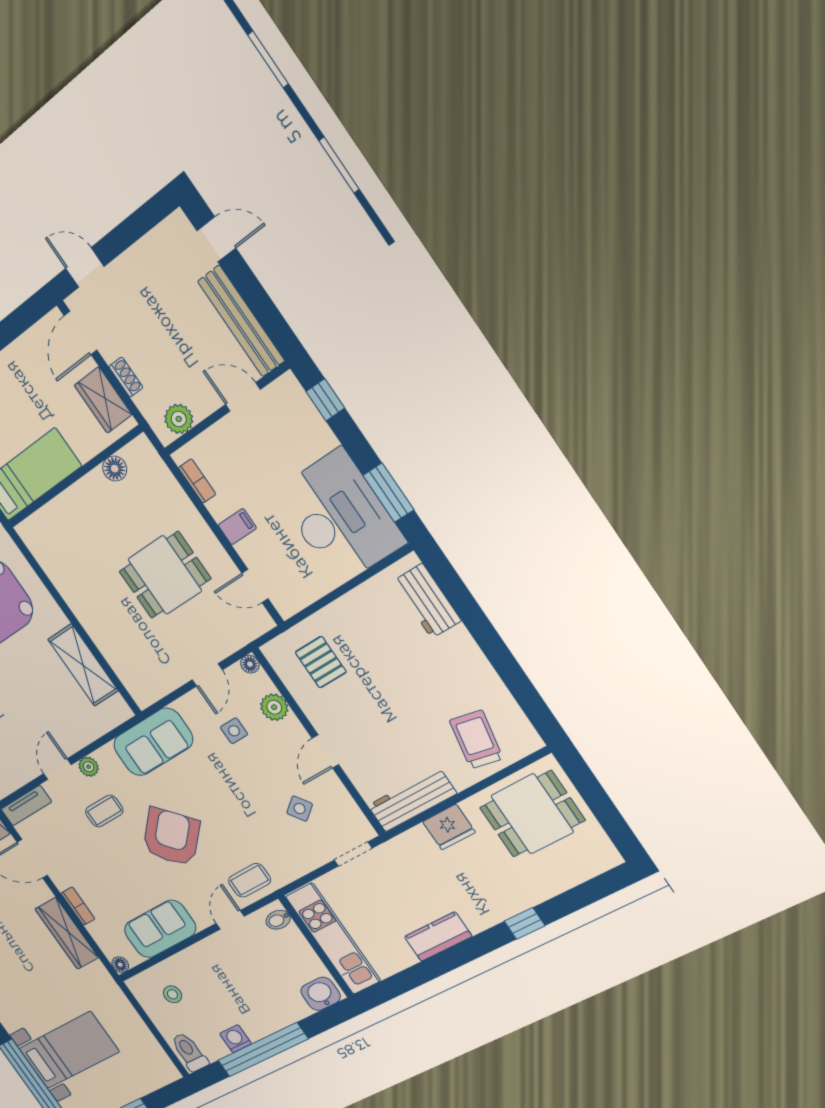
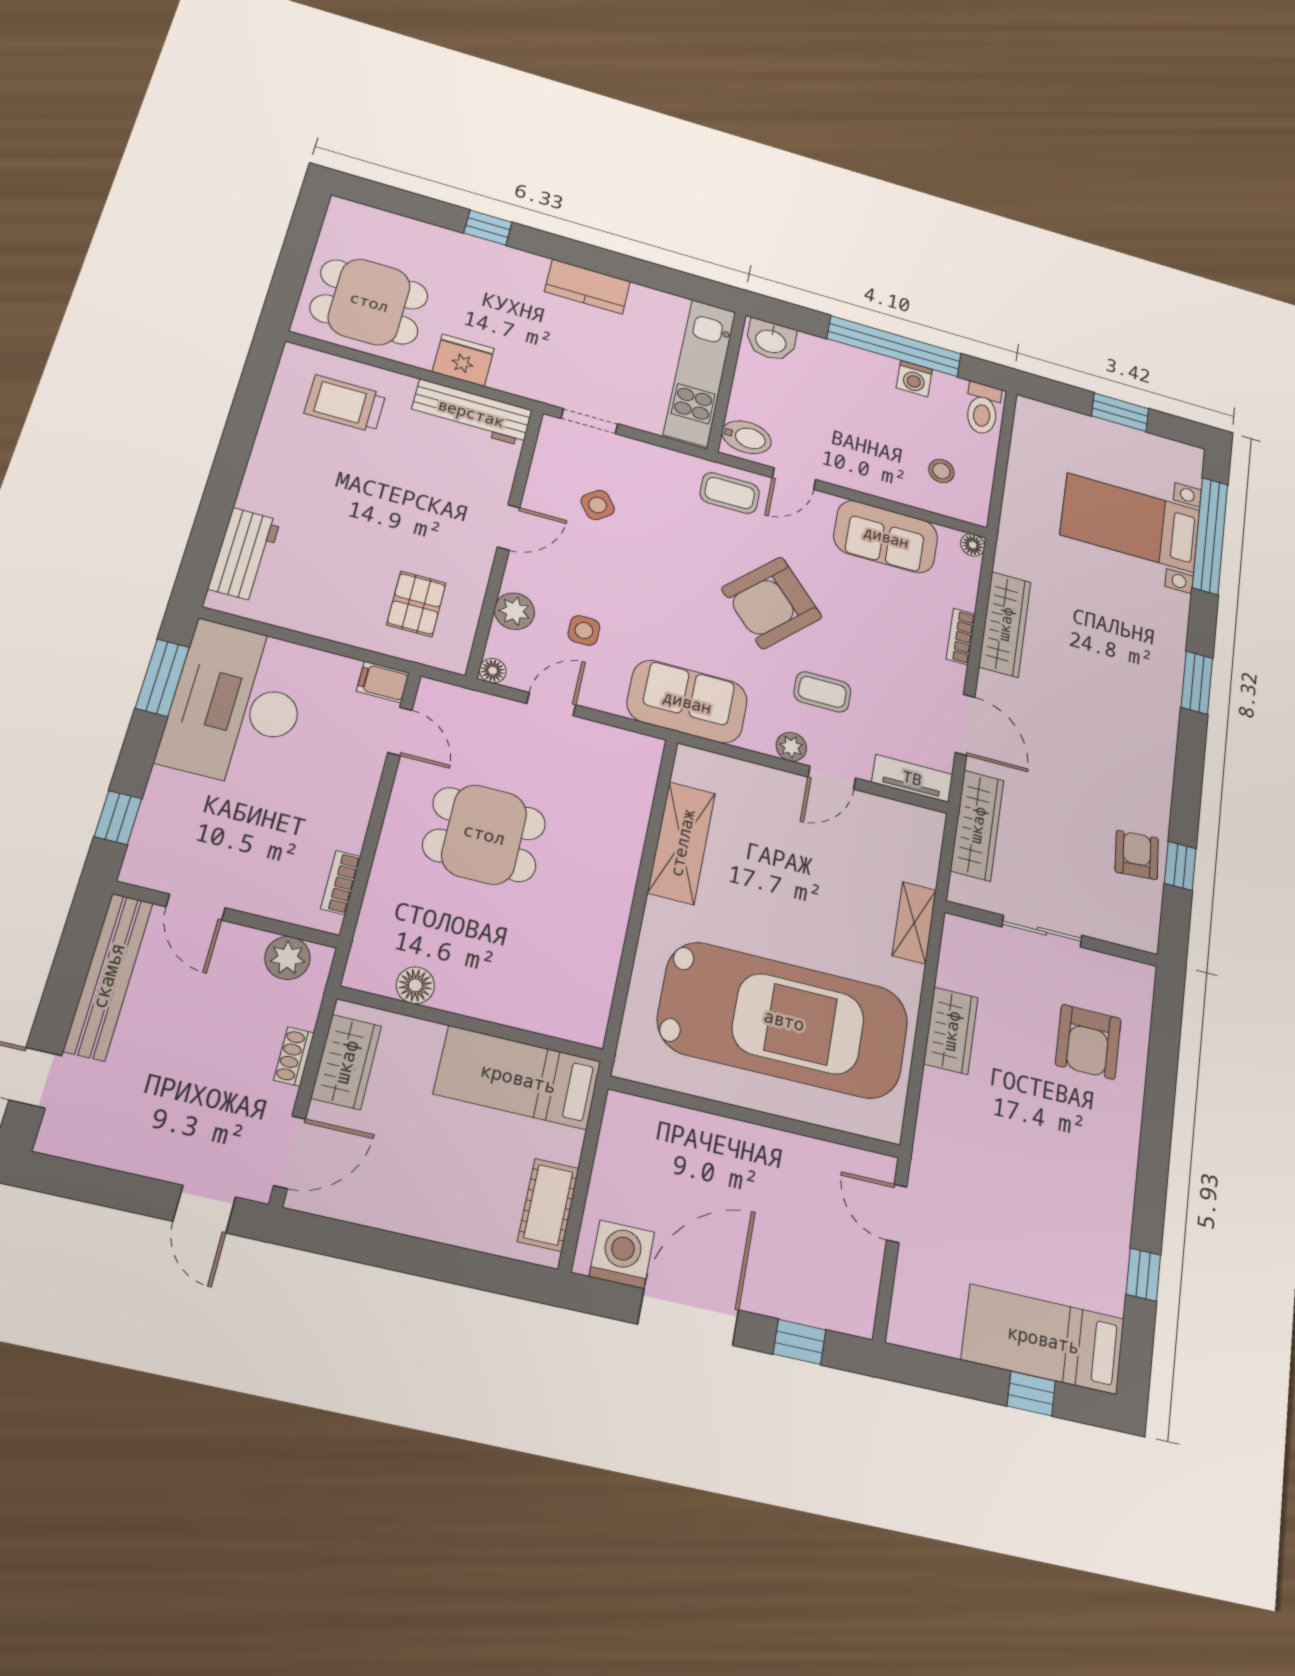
filing cabinet: (237, 527) -> (383, 682), moved
trolley: (476, 739) -> (345, 404), turned 79
bidet: (278, 920) -> (746, 437), width x1.38, depth x1.36

